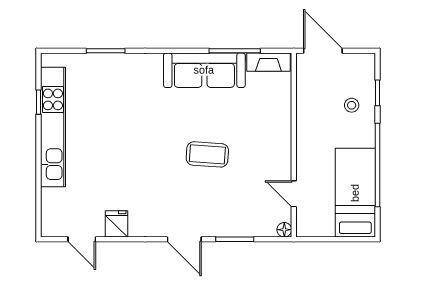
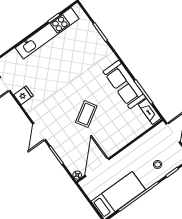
coffee table: (207, 154) -> (86, 114), turned 55
door: (294, 194) -> (97, 167), width x1.88

